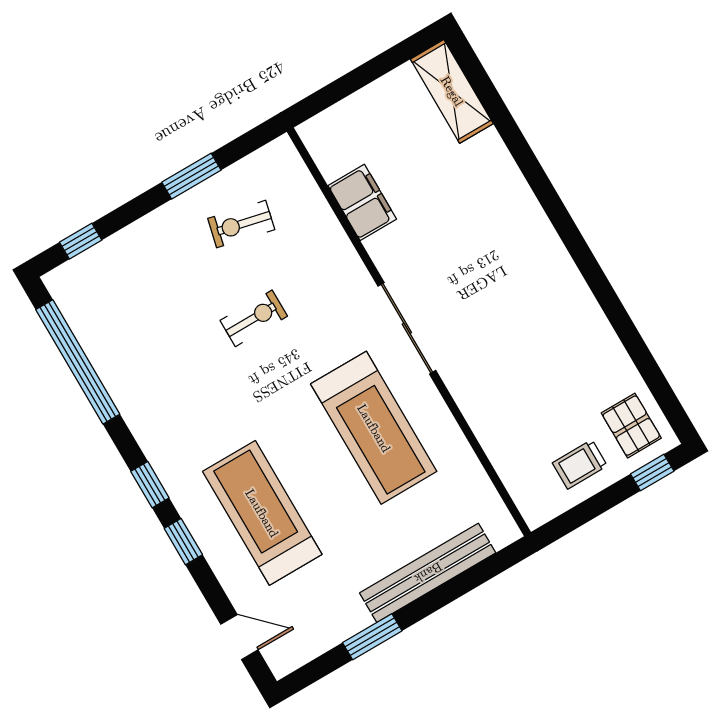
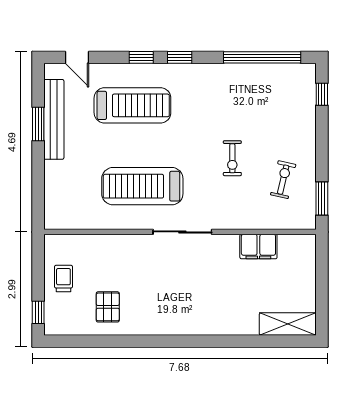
window: (191, 176) -> (322, 198), moved
pallet: (631, 426) -> (108, 307), moved, turned 90
bench: (428, 573) -> (54, 119), moved
door: (239, 637) -> (77, 57), hinge flipped

